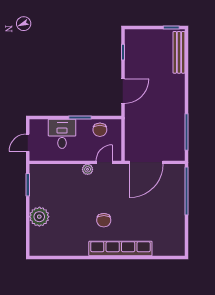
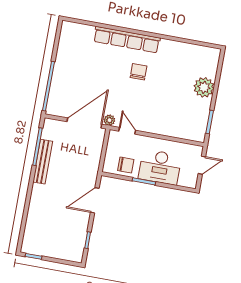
bench: (179, 52) -> (43, 162), moved
chair: (100, 130) -> (126, 165), turned 90
desk: (62, 134) -> (160, 167), width x1.37
door: (104, 162) -> (127, 131), swing flipped
plant: (88, 169) -> (109, 120), moved

